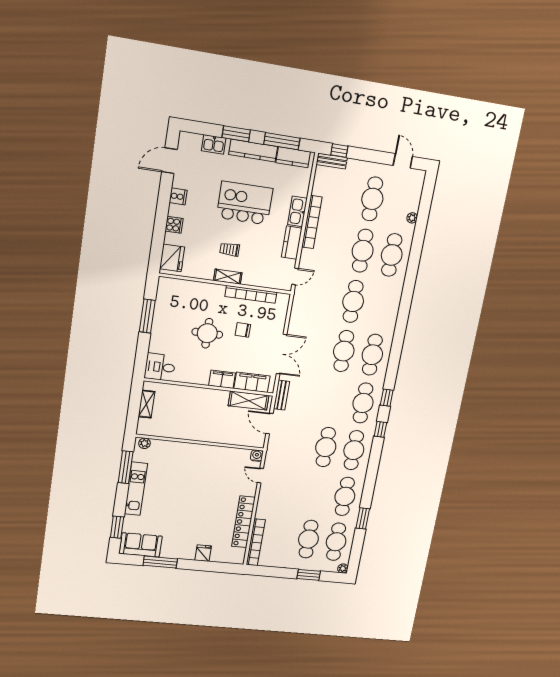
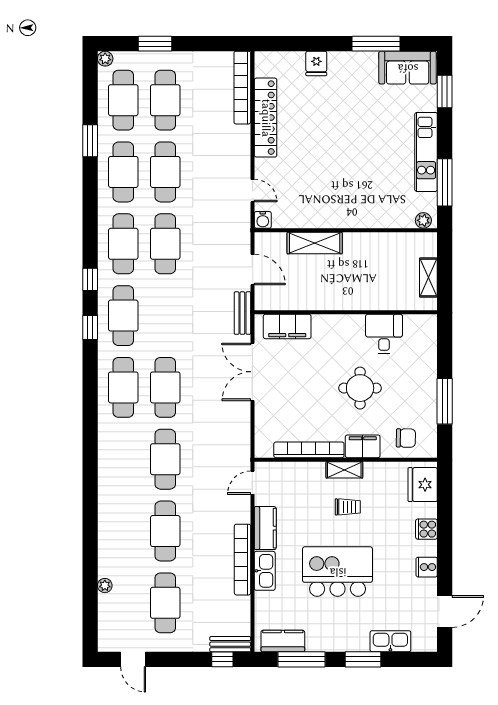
kitchen sink: (214, 144) -> (390, 641), width x1.38
kitchen counter: (253, 151) -> (337, 641), removed
kitchen island: (245, 203) -> (338, 572), turned 180
cafe table: (392, 255) -> (165, 172), moved
chair: (243, 330) -> (406, 438), moved
desk: (160, 367) -> (384, 334), moved, turned -90
filing cabinet: (222, 379) -> (363, 446), moved, turned 180
shelving: (249, 401) -> (315, 243), moved

